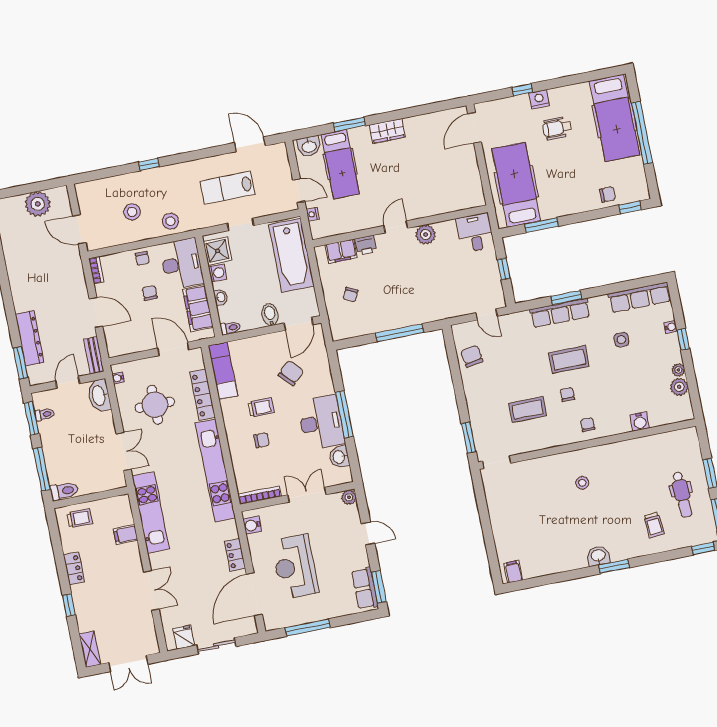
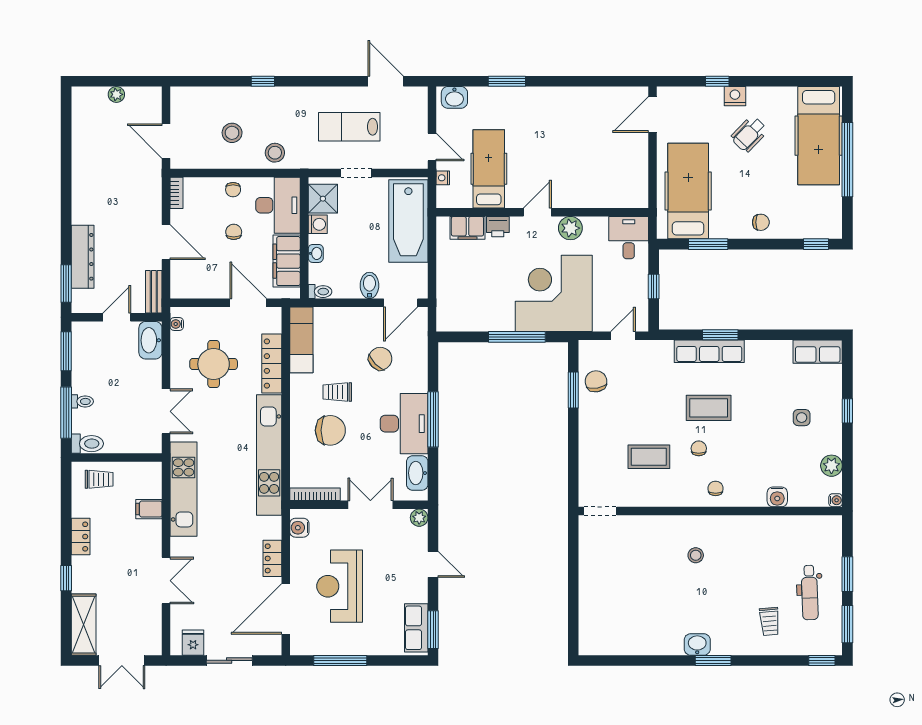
wheelchair: (557, 128) -> (749, 134), turned -46
wardrobe: (387, 131) -> (550, 98), removed
hospital bed: (340, 164) -> (489, 169), moved, turned 180
chair: (608, 194) -> (761, 222), moved
plant: (38, 204) -> (116, 94), width x0.53, depth x0.53
corner desk: (423, 291) -> (554, 293), added
chair: (350, 295) -> (468, 281), removed
row of seats: (640, 297) -> (818, 352), width x0.68
door: (487, 314) -> (623, 336), swing flipped
water cooler: (671, 327) -> (836, 500), moved
side table: (621, 340) -> (802, 418), moved
plant: (678, 370) -> (835, 446), removed
trolley: (261, 407) -> (337, 392), turned 180
toilet: (45, 414) -> (82, 401), moved
window: (469, 437) -> (573, 390), moved
chair: (262, 440) -> (330, 430), width x1.87, depth x1.87
washbasin: (339, 457) -> (417, 473), width x1.38
filing cabinet: (513, 572) -> (594, 643), removed
shelving: (90, 649) -> (84, 625), width x1.50, depth x1.33

